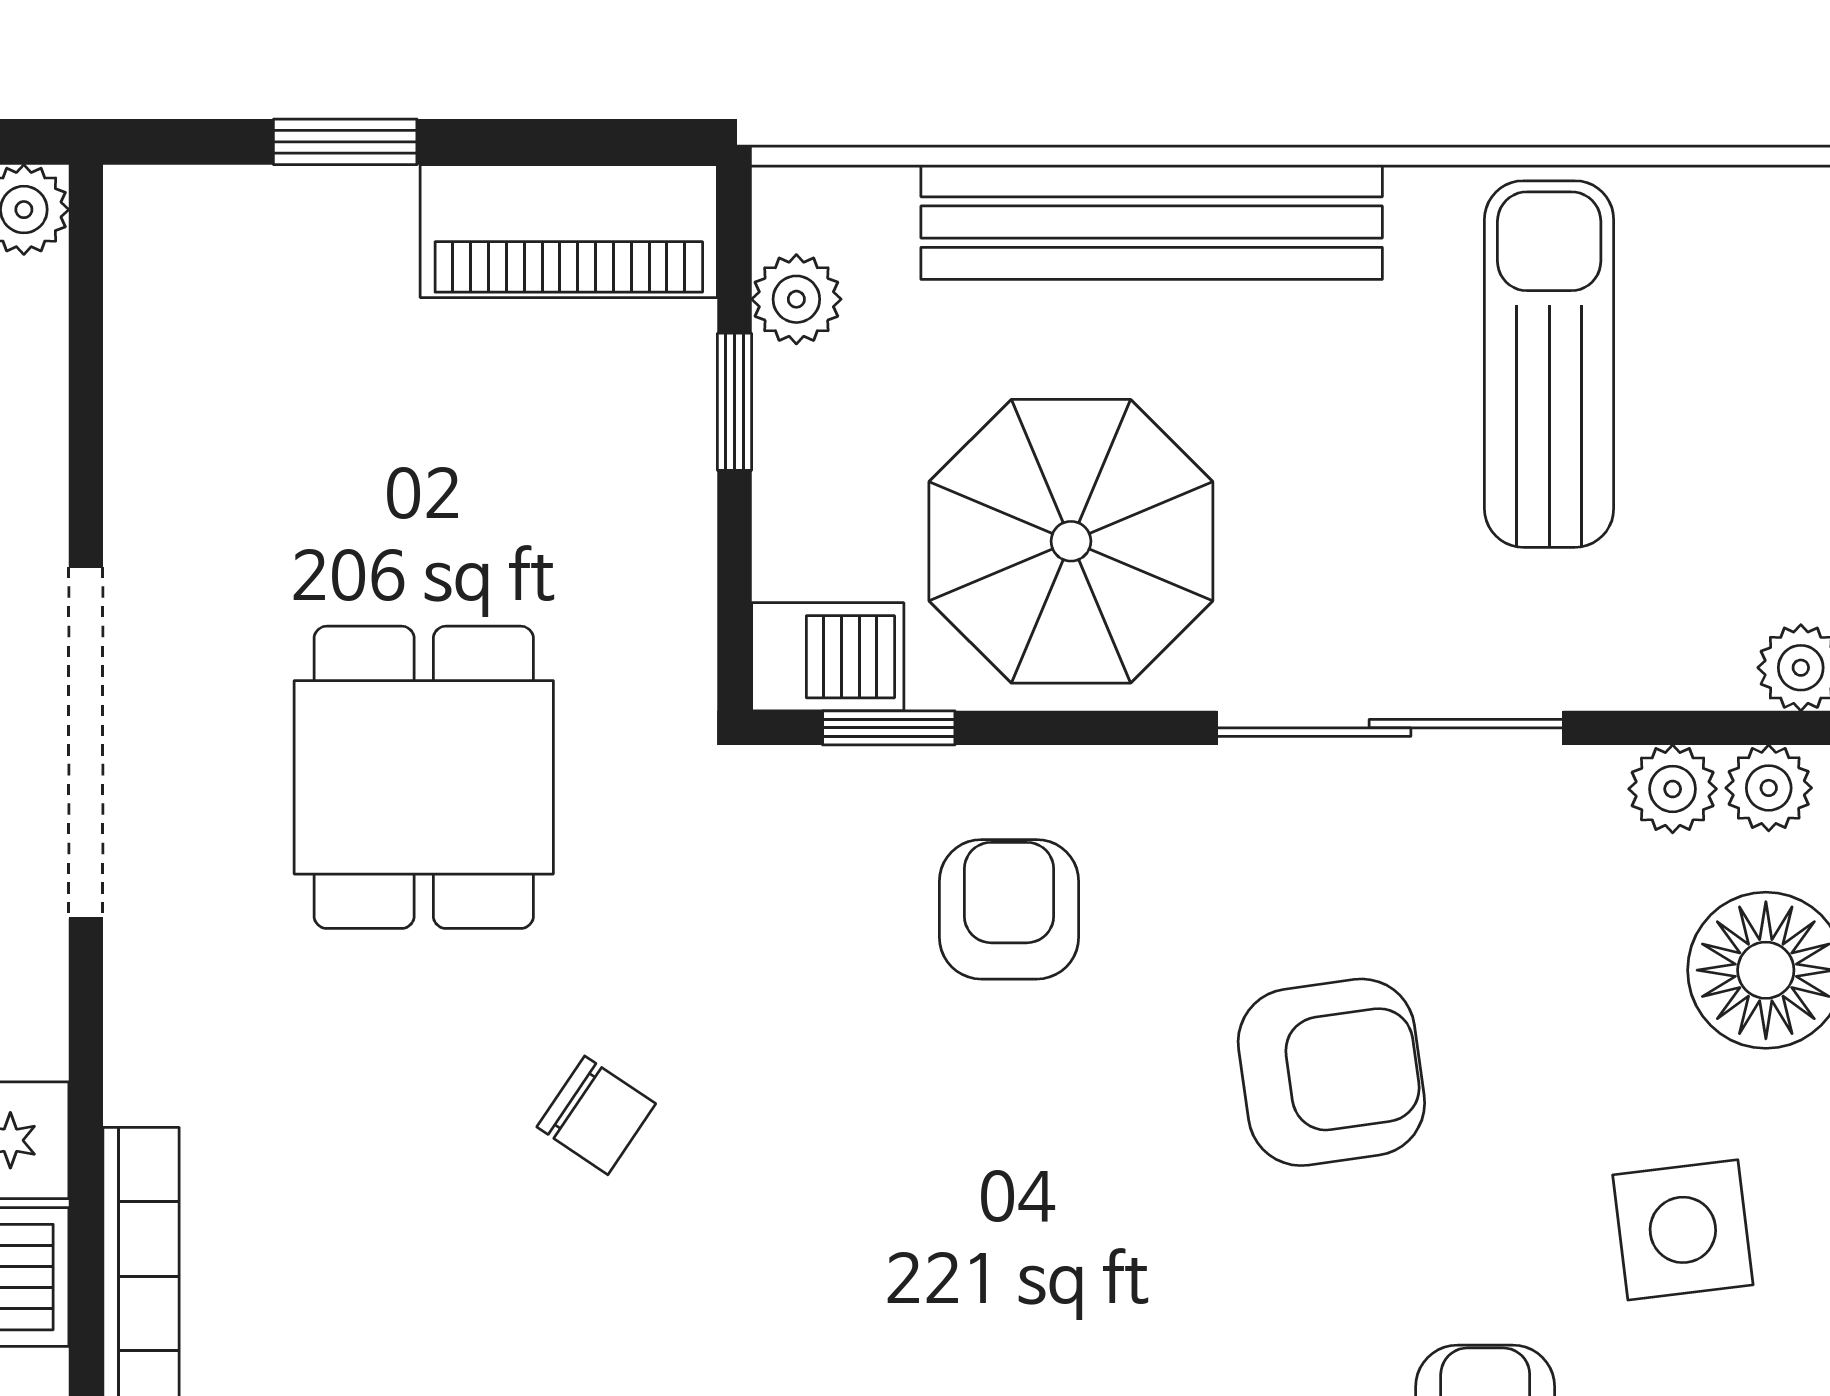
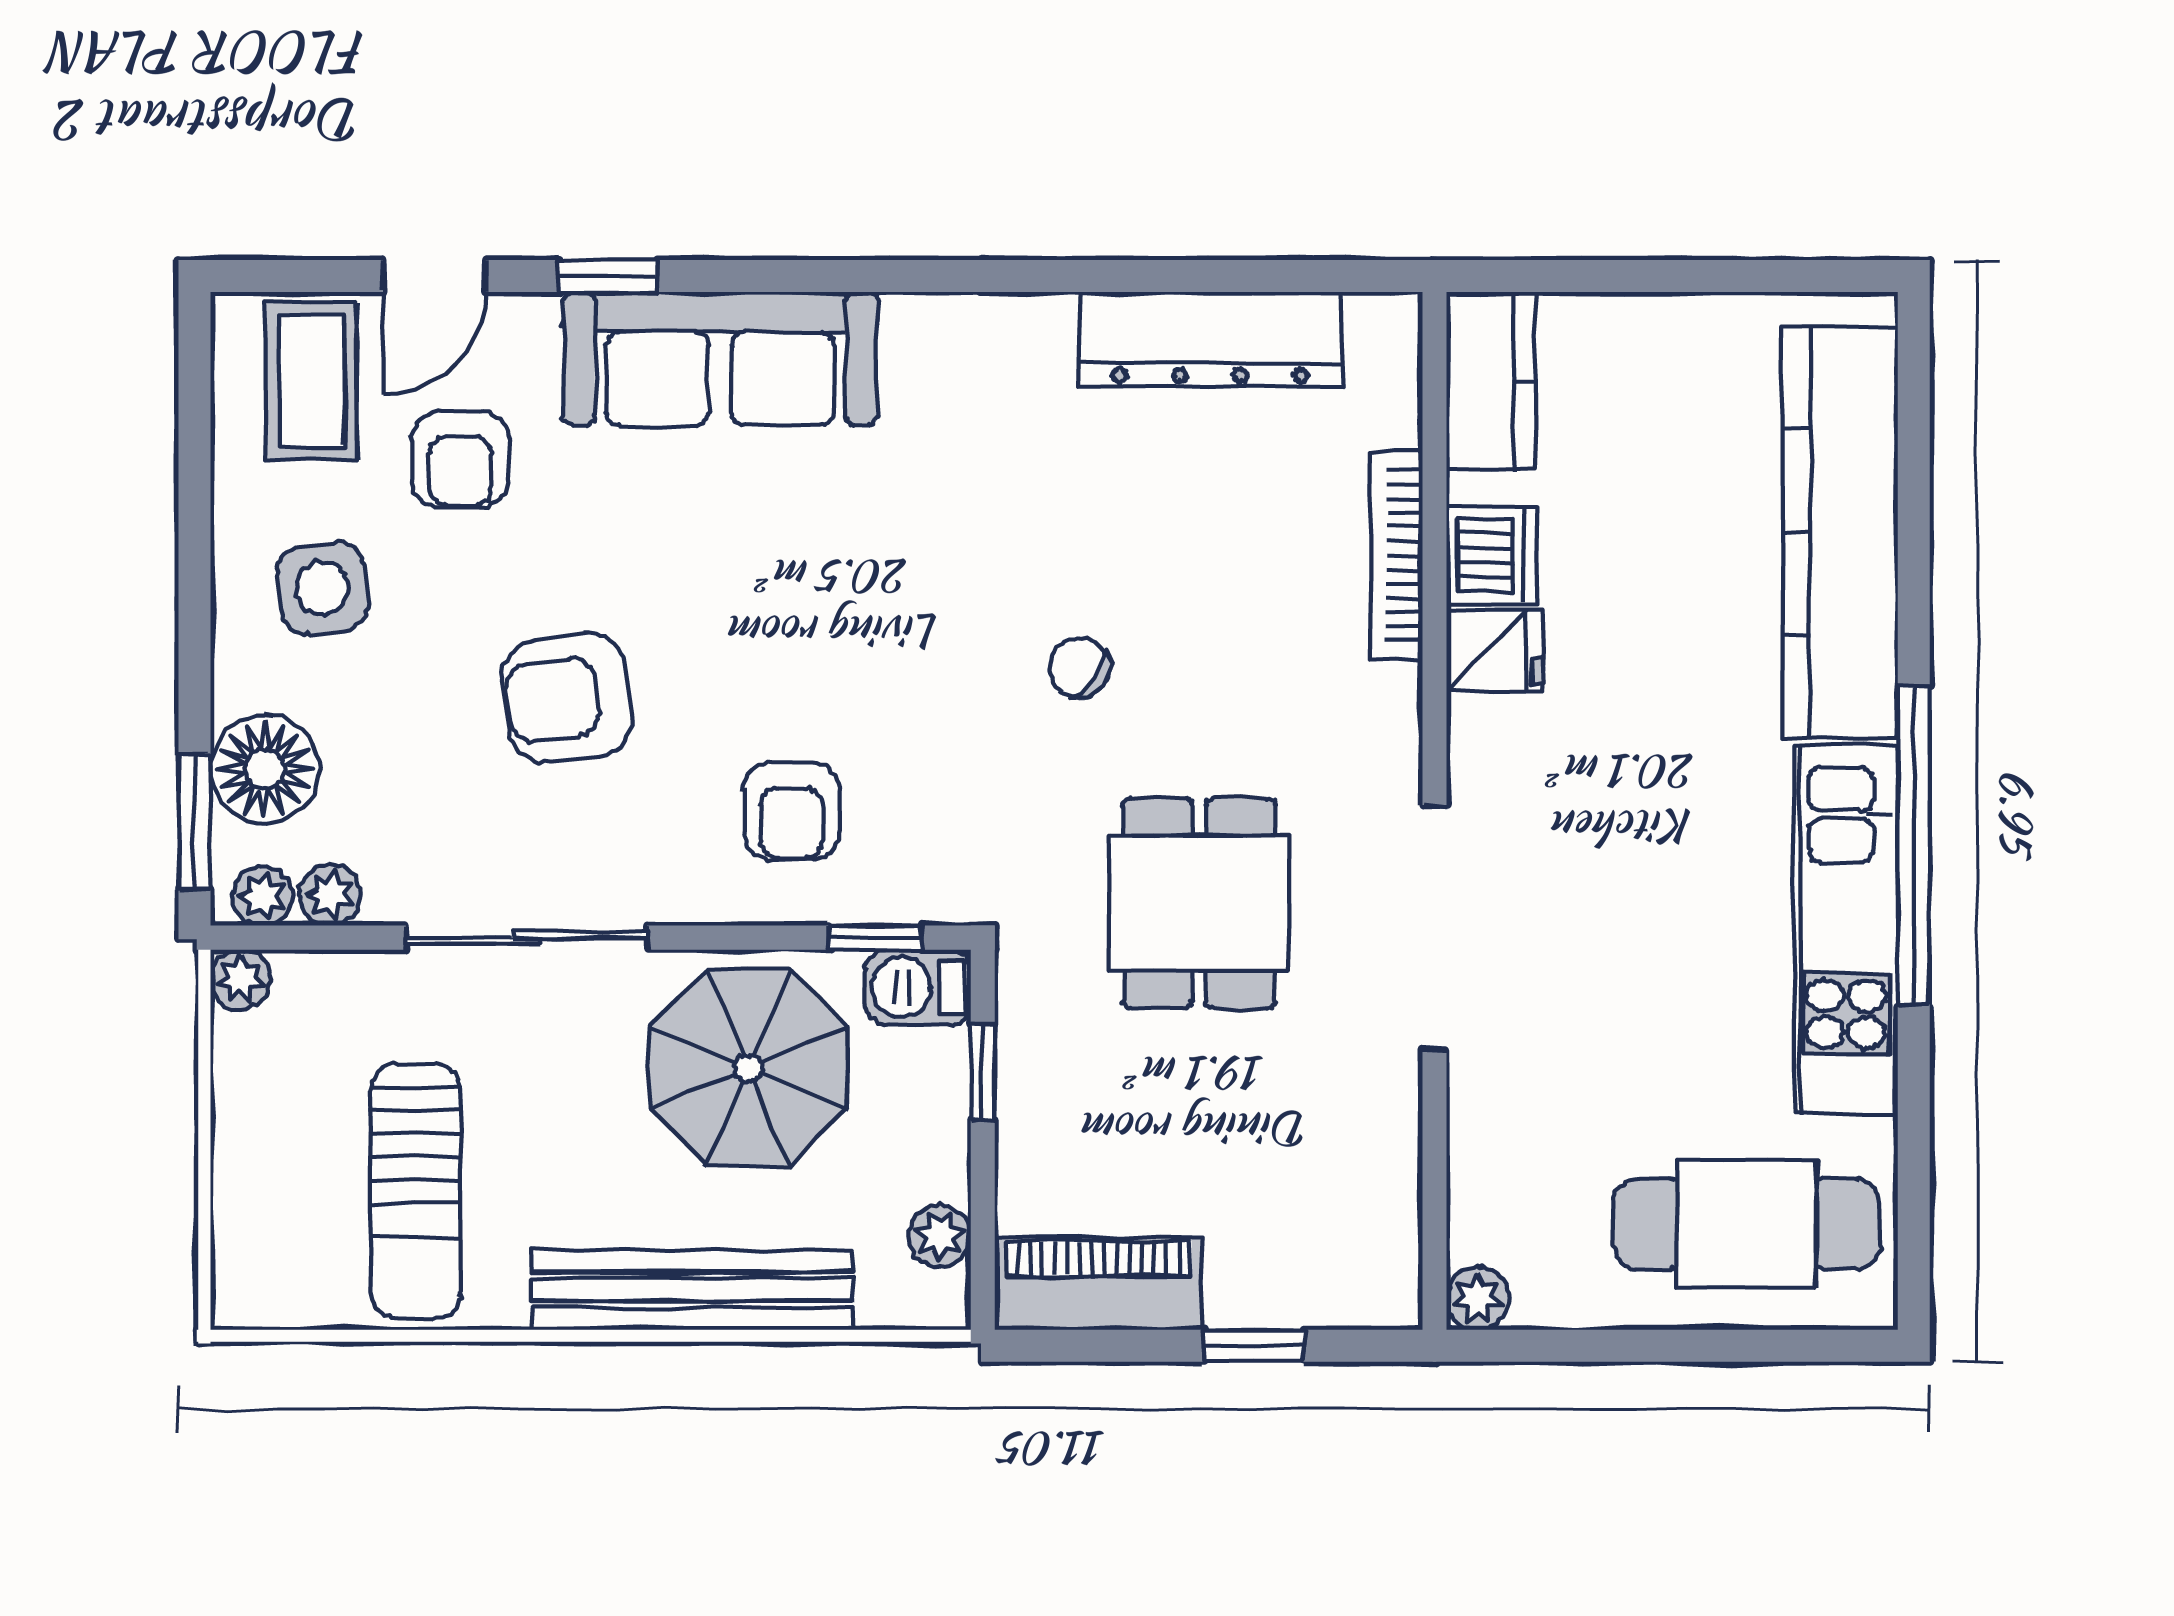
window: (734, 402) -> (983, 1072), moved

